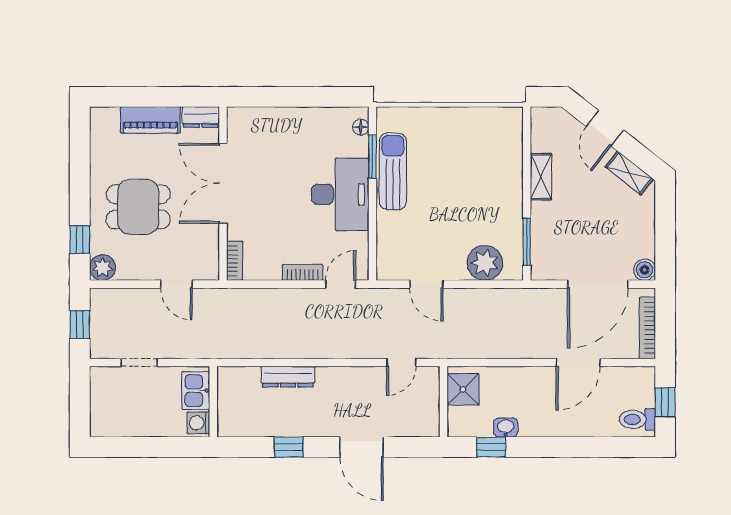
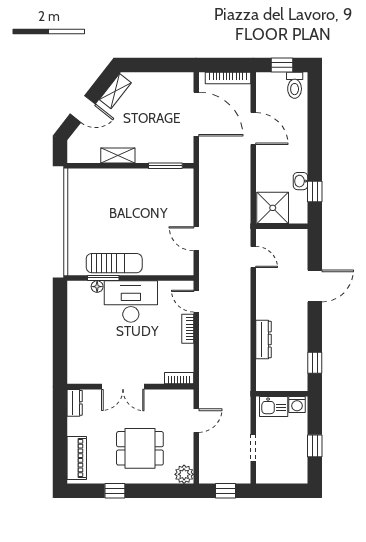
piano: (150, 120) -> (77, 458), moved
floor lamp: (361, 127) -> (97, 287), moved
sun lounger: (393, 171) -> (114, 263), turned 180
double door: (223, 183) -> (123, 387), width x0.73
dining table: (138, 207) -> (140, 448), turned 90
window: (80, 240) -> (115, 491), moved
plant: (485, 263) -> (181, 196), removed
boiler: (645, 270) -> (186, 80), removed
door: (426, 284) -> (196, 239), swing flipped
shower: (463, 389) -> (273, 208), width x1.36, depth x1.36
window: (142, 447) -> (315, 446), added
window: (289, 447) -> (315, 363), moved

